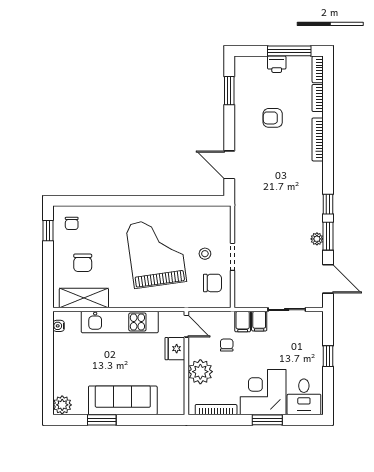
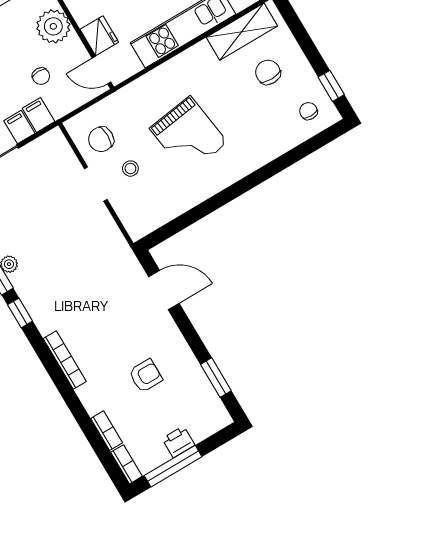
bookcase: (318, 139) -> (65, 360), moved
grand piano: (156, 253) -> (188, 135), width x0.73, depth x0.68

